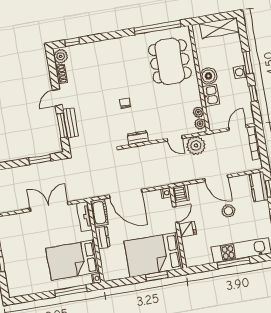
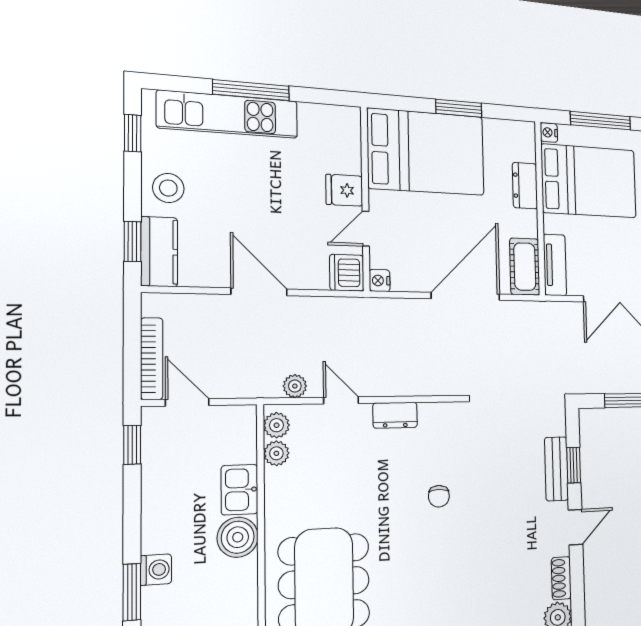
window: (248, 63) -> (132, 592), moved
washing machine: (240, 72) -> (156, 570), moved
window: (253, 93) -> (132, 445), moved
window: (62, 126) -> (574, 465), width x0.67
door: (237, 128) -> (187, 402), swing flipped
dresser: (138, 138) -> (395, 415), moved
plant: (196, 146) -> (295, 386), width x0.53, depth x0.53
door: (126, 194) -> (466, 296), hinge flipped
stool: (228, 211) -> (168, 188), moved
dresser: (102, 238) -> (525, 186), moved
window: (157, 276) -> (459, 108), moved

